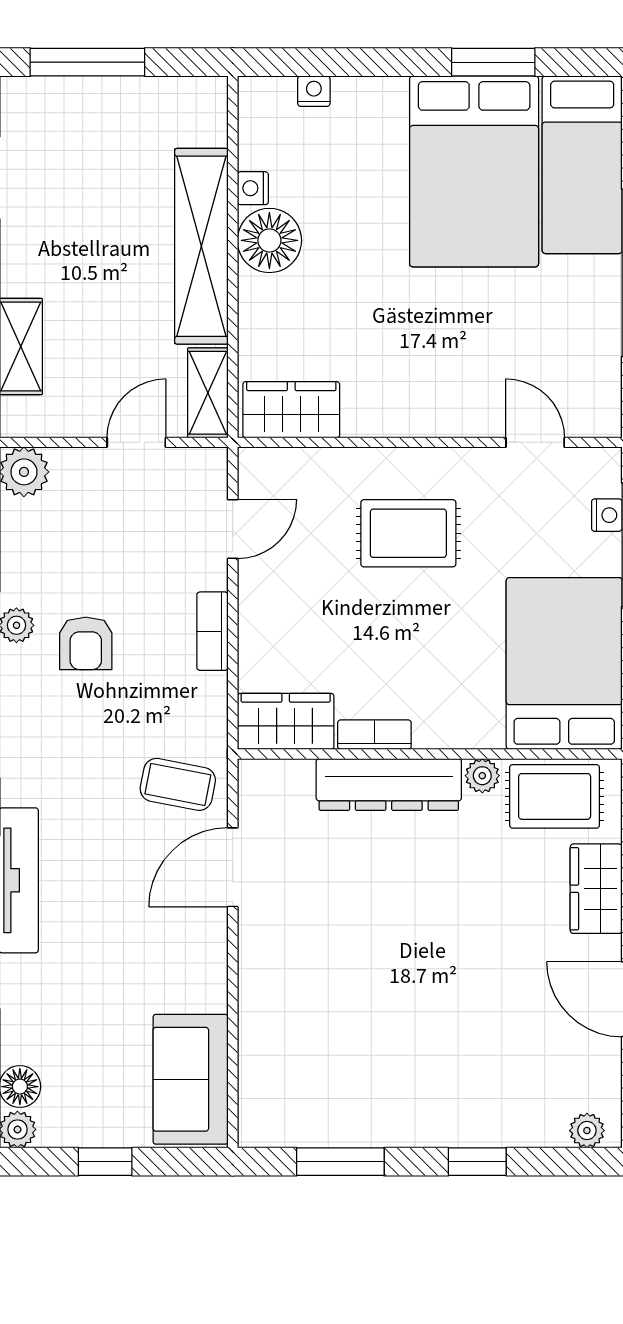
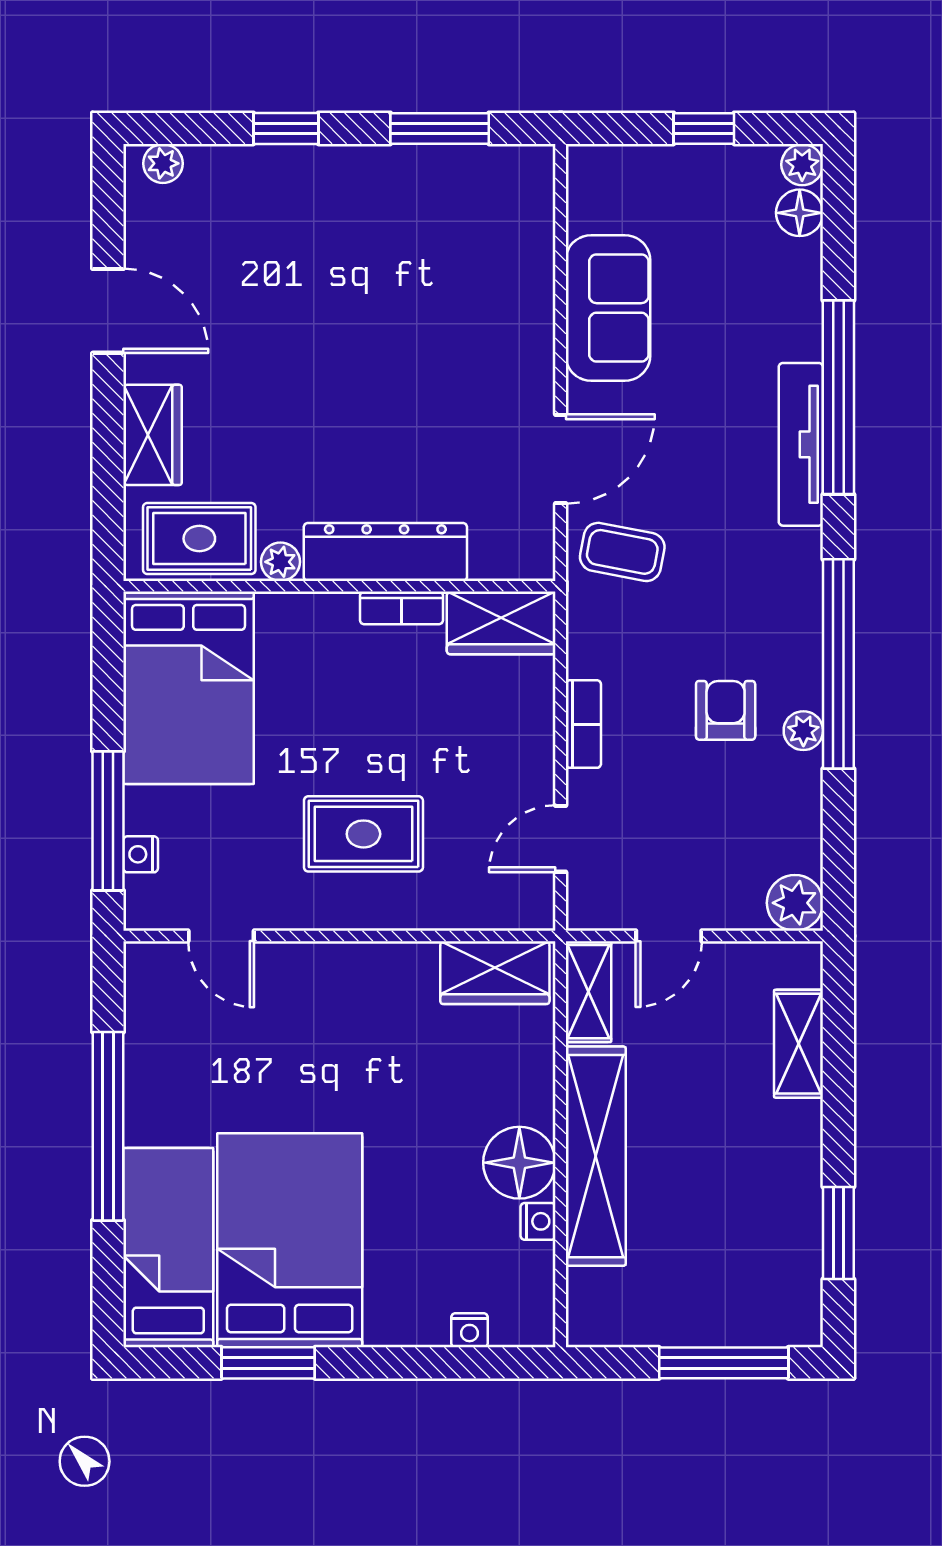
sofa: (191, 1079) -> (608, 308), moved

